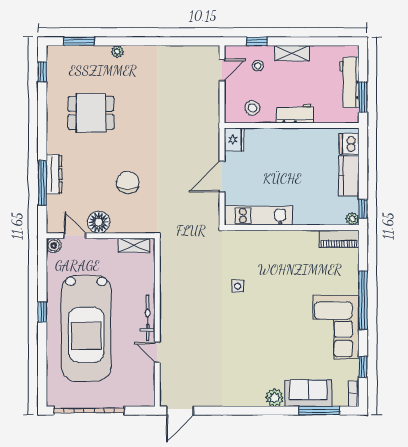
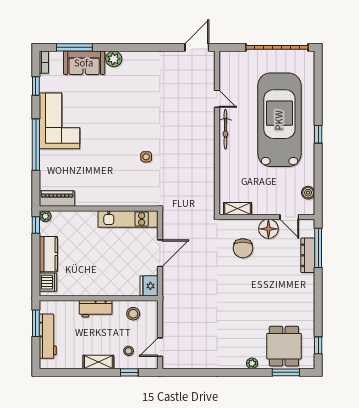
dining table: (91, 113) -> (284, 346), moved, turned 90
floor lamp: (99, 222) -> (268, 229), moved
door: (75, 236) -> (289, 217), moved
wall: (101, 236) -> (267, 217), moved
shelving: (134, 245) -> (238, 209), moved

